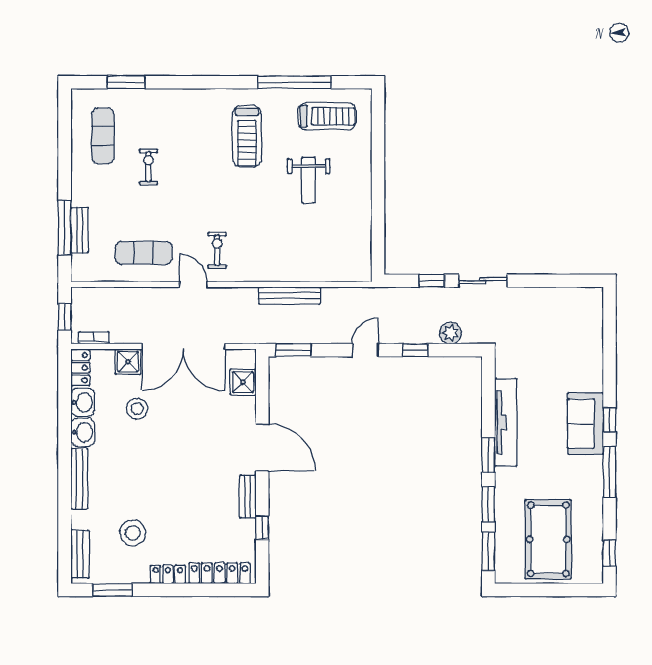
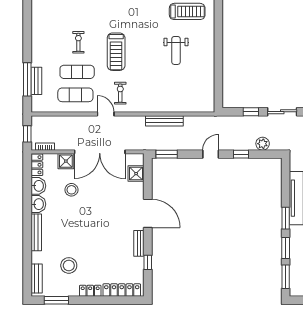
exercise mat: (103, 136) -> (77, 72), moved, turned 90
treadmill: (247, 136) -> (116, 52), moved

